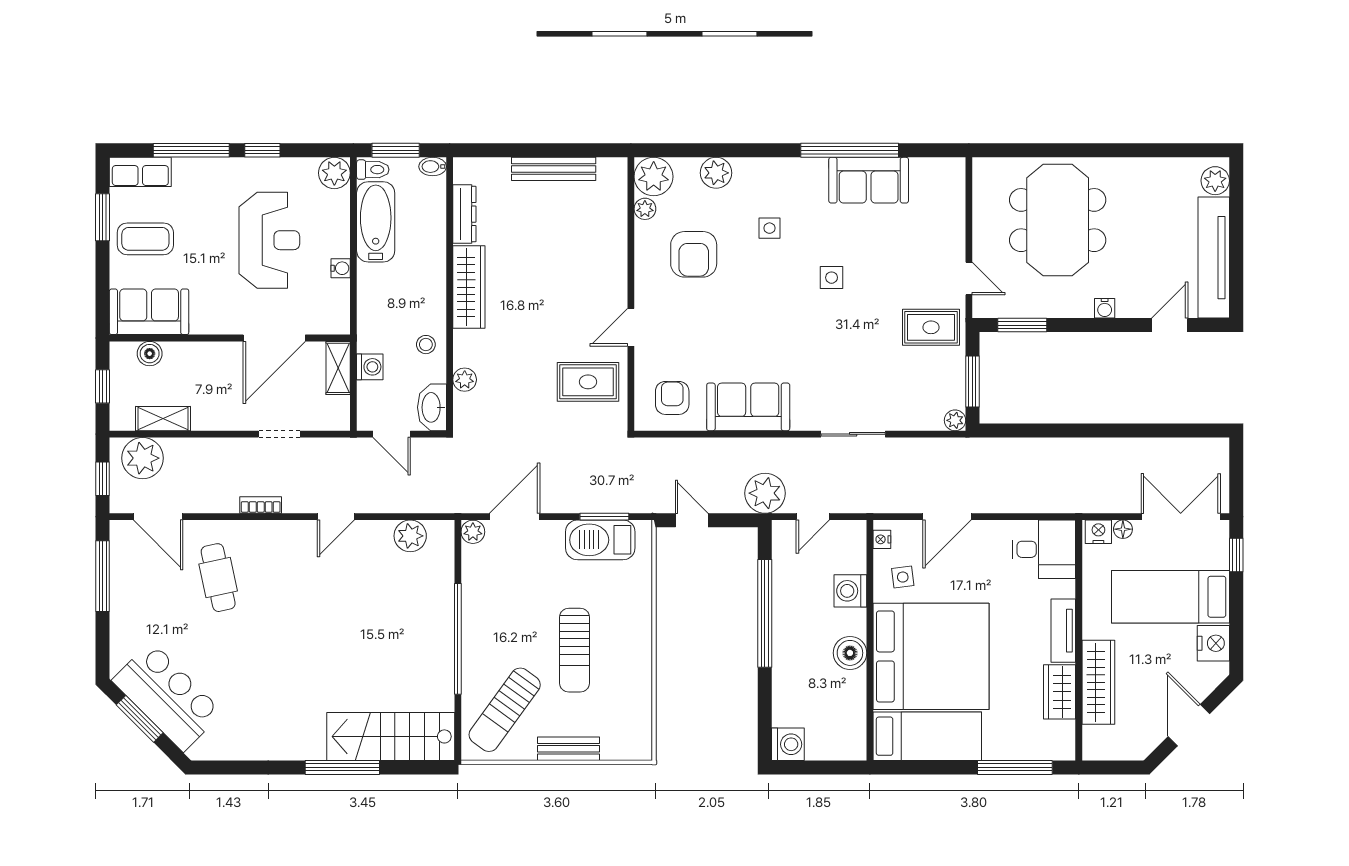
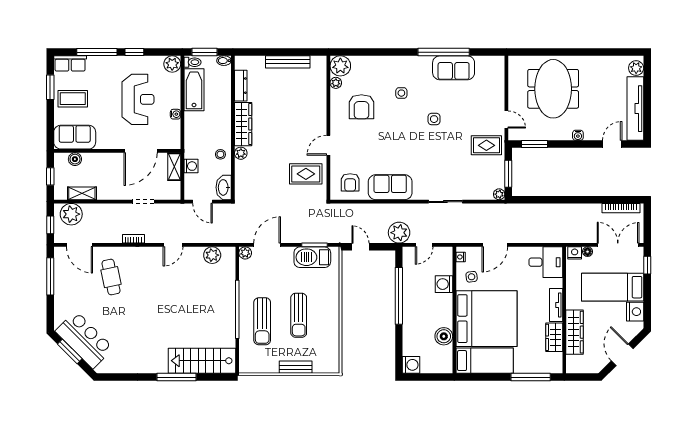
plant: (716, 173) -> (373, 64), removed
plant: (465, 380) -> (241, 153), moved
armchair: (672, 398) -> (350, 182), turned 180
bookcase: (1187, 447) -> (621, 208), added
boiler: (850, 653) -> (444, 336), moved
sun lounger: (505, 710) -> (262, 321), moved, turned -36

